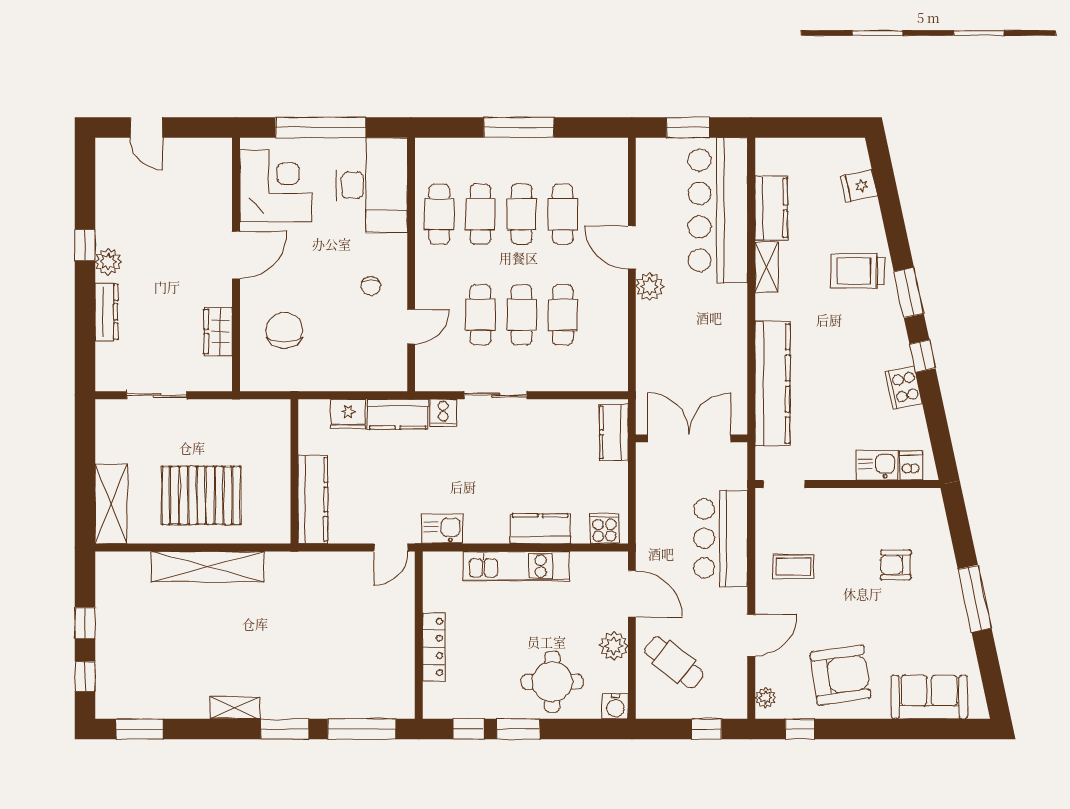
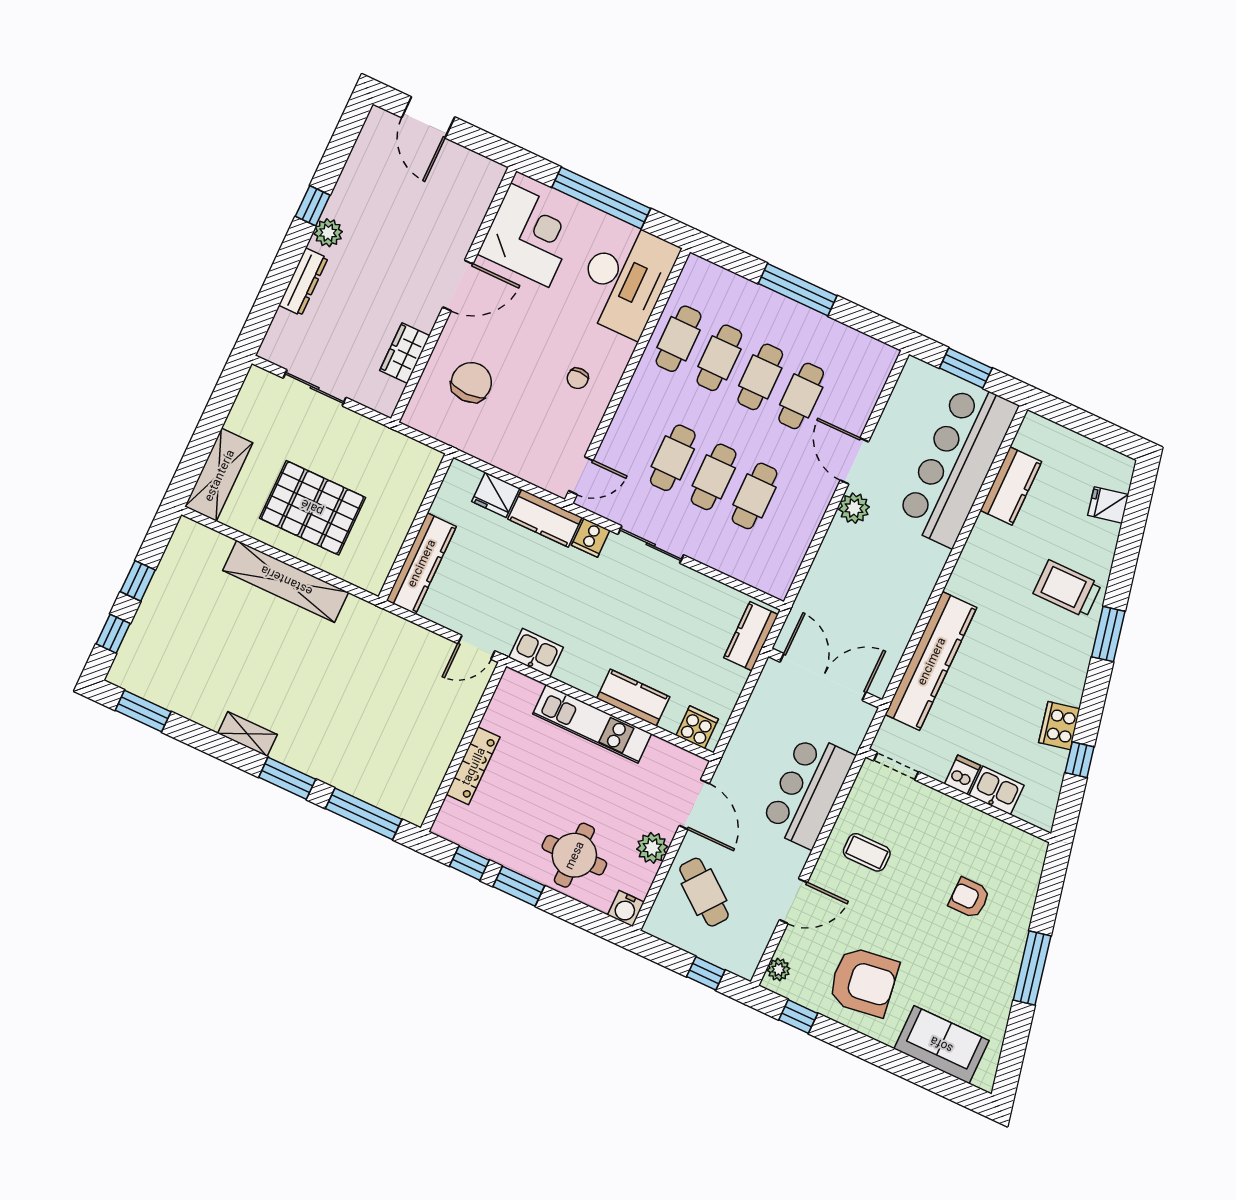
door: (146, 127) -> (428, 117), width x1.38
shelving: (766, 267) -> (979, 543), removed
door: (411, 327) -> (581, 476), moved
window: (922, 356) -> (1080, 760), moved
dishwasher: (911, 465) -> (962, 775), moved

